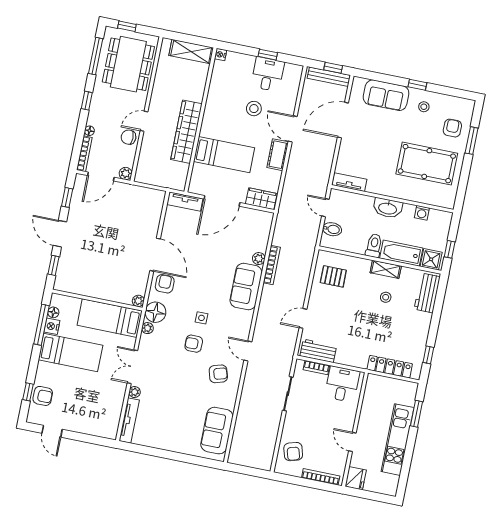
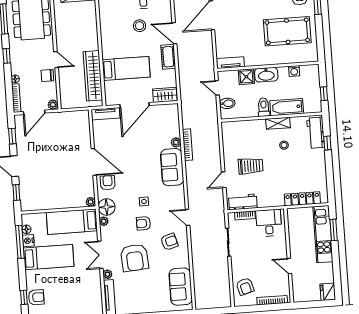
door: (144, 121) -> (56, 60), swing flipped
wardrobe: (186, 132) -> (93, 76), moved
shower: (431, 259) -> (246, 77), moved
pallet: (333, 276) -> (238, 140), removed
trolley: (339, 311) -> (251, 166), added
window: (428, 355) -> (327, 143), moved
armchair: (172, 381) -> (134, 258), added
kitchen unit: (397, 440) -> (323, 234), moved
fridge: (356, 478) -> (328, 292), moved, turned 180

